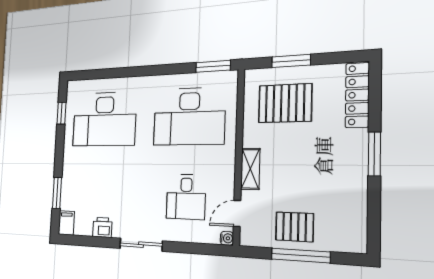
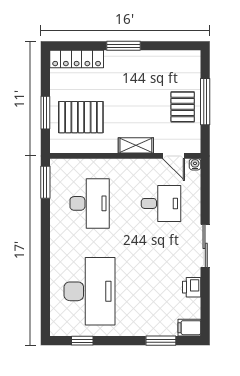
pallet: (285, 103) -> (81, 117), turned 90
desk: (189, 116) -> (90, 203), width x0.73, depth x0.77

